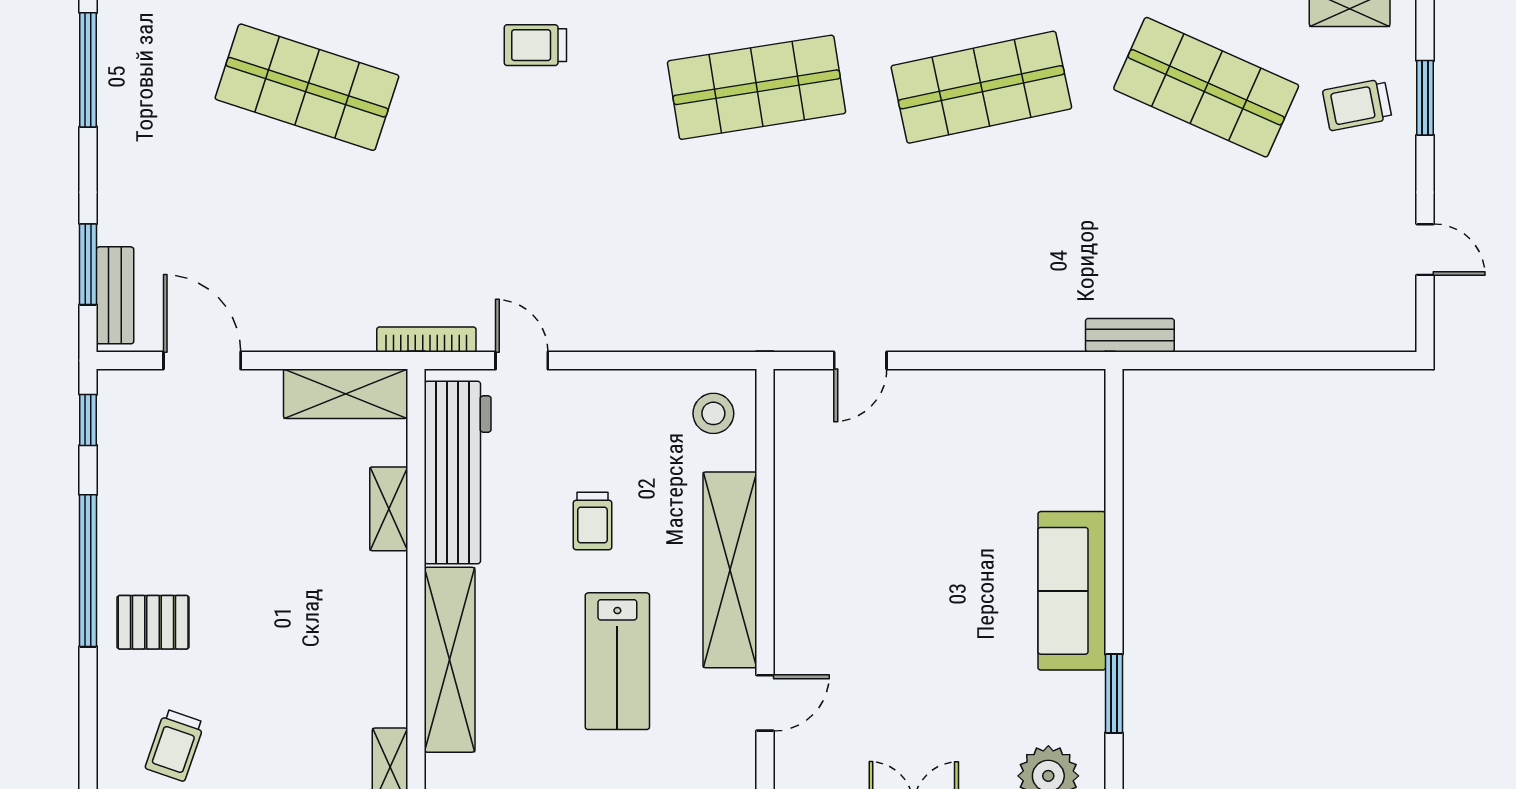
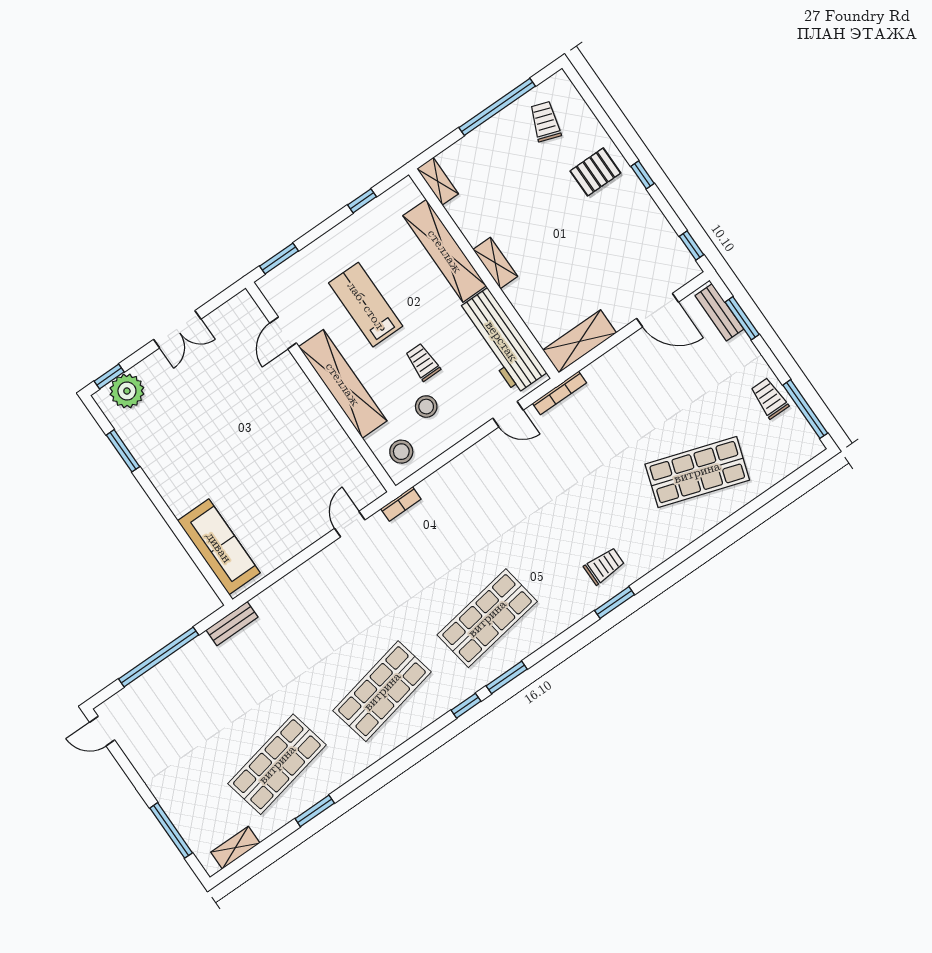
shop shelf: (1206, 87) -> (277, 764), turned -36
window: (1425, 98) -> (171, 830), width x1.44
trolley: (1357, 105) -> (769, 398), moved, turned -79
door: (1425, 250) -> (102, 731), moved
bookcase: (766, 338) -> (401, 504), added
window: (1269, 360) -> (159, 657), added
stool: (632, 454) -> (426, 407), added
shelving: (389, 509) -> (495, 263), moved
window: (88, 571) -> (643, 175), width x0.32
sofa: (1072, 591) -> (219, 547), moved

